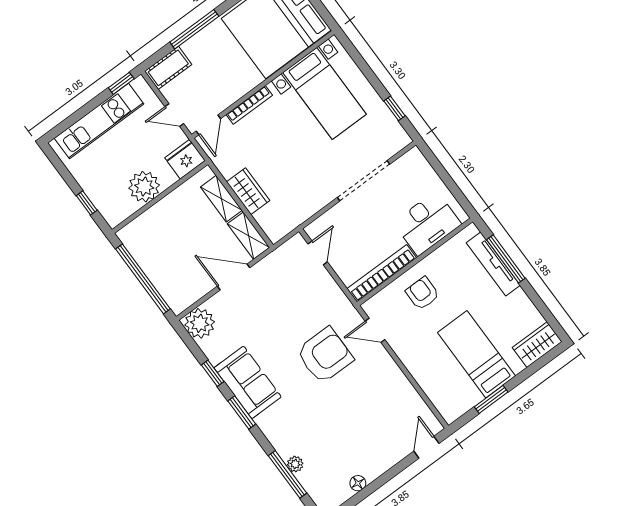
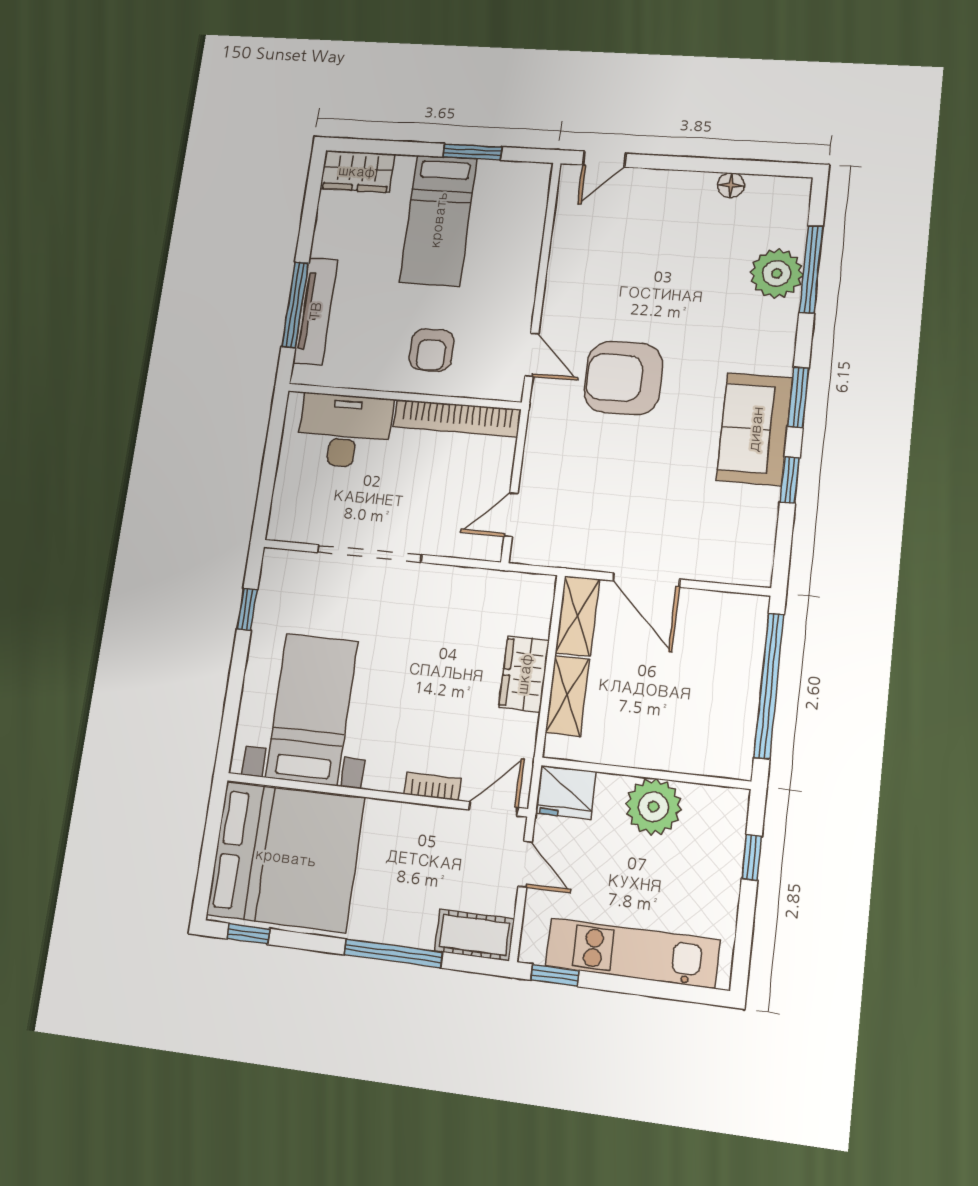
bookcase: (249, 105) -> (433, 786), width x0.64
plant: (200, 323) -> (747, 560), removed
plant: (295, 464) -> (777, 273), width x1.87, depth x1.87

